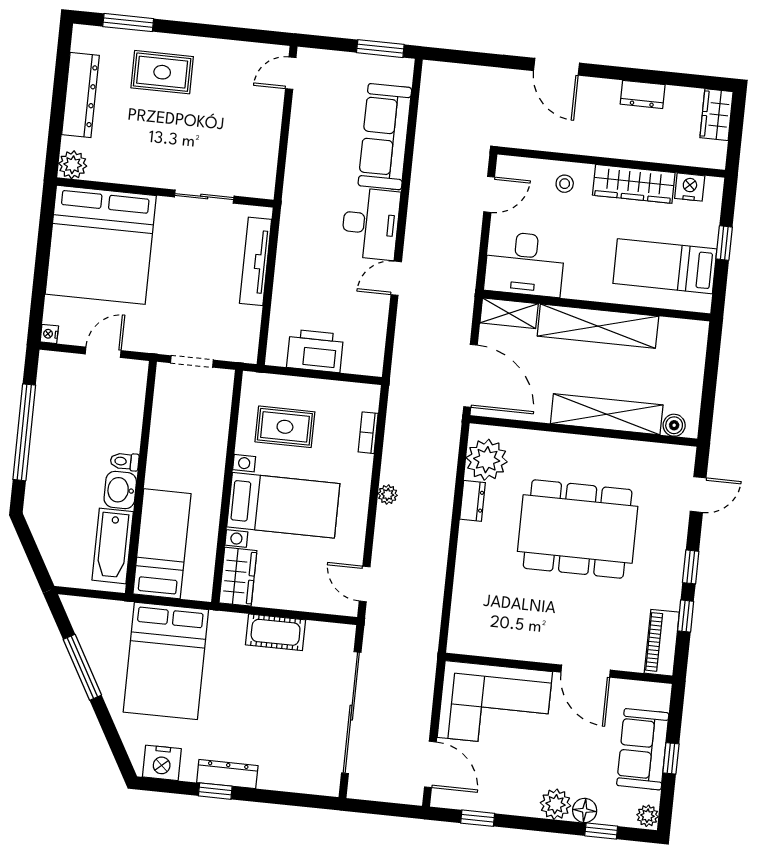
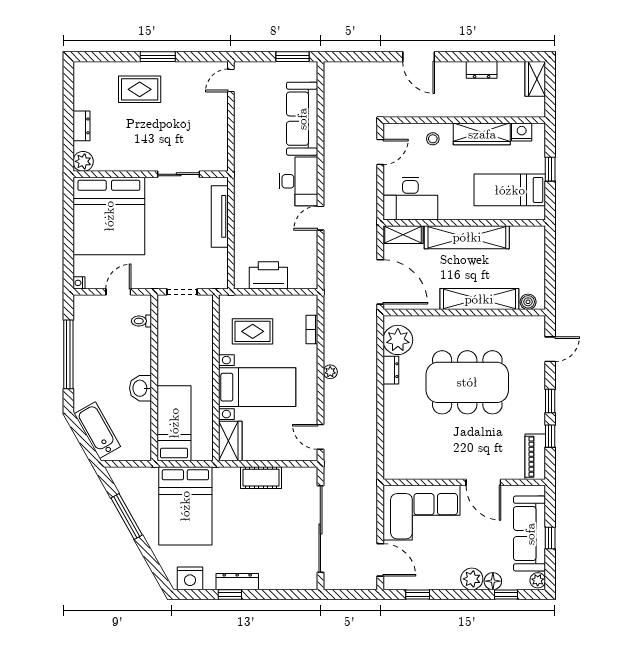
window: (128, 23) -> (158, 57), moved
dresser: (80, 95) -> (81, 126), width x0.51, depth x0.80
toilet: (124, 461) -> (141, 321), moved
bathtub: (113, 546) -> (97, 430), moved, turned 151
sofa: (643, 749) -> (530, 534), width x1.36

